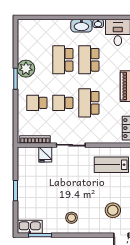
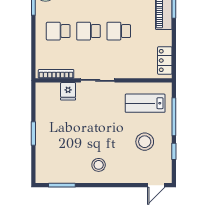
school desk: (89, 103) -> (119, 31), width x0.54
stool: (113, 210) -> (145, 142), moved
kitchen sink: (30, 227) -> (50, 175), removed

